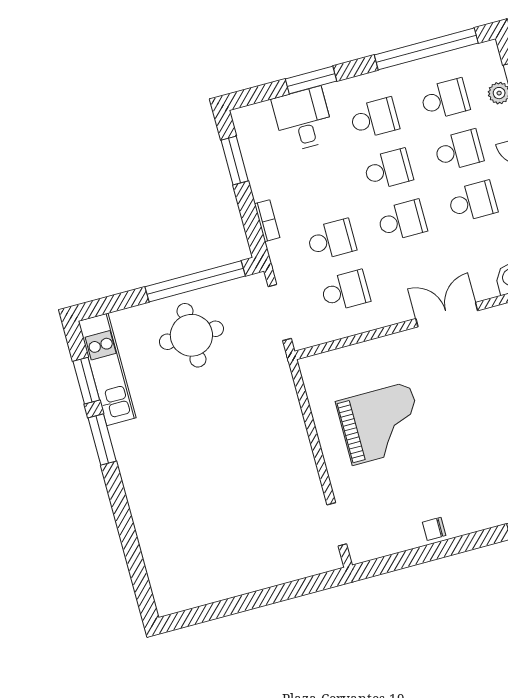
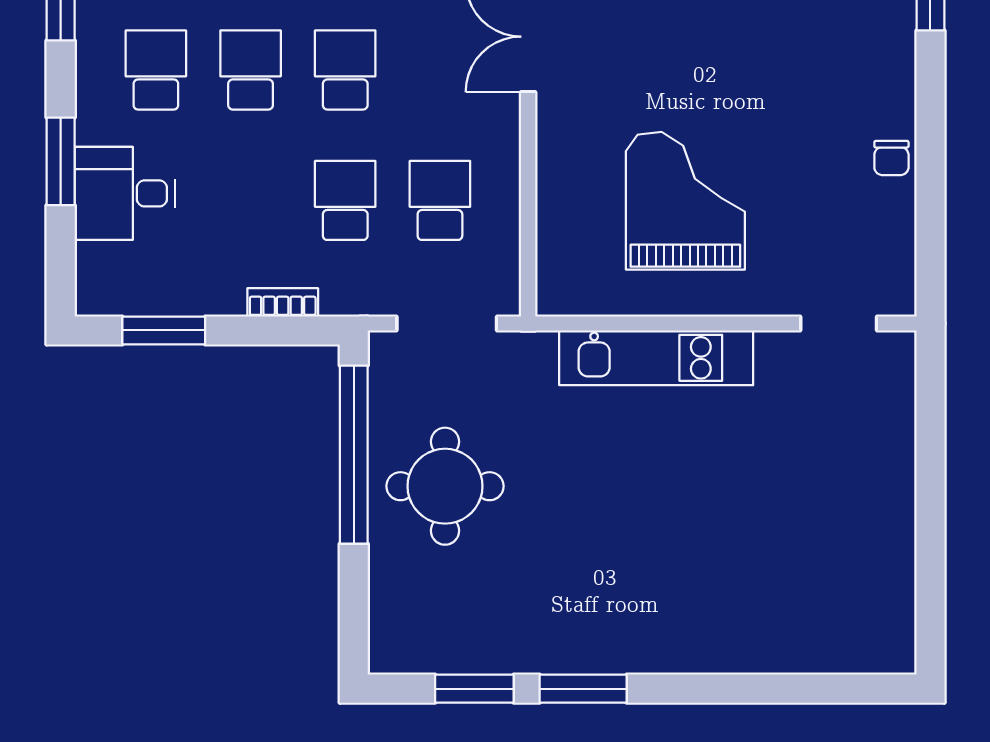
kitchen unit: (107, 369) -> (656, 358), moved, turned 180

